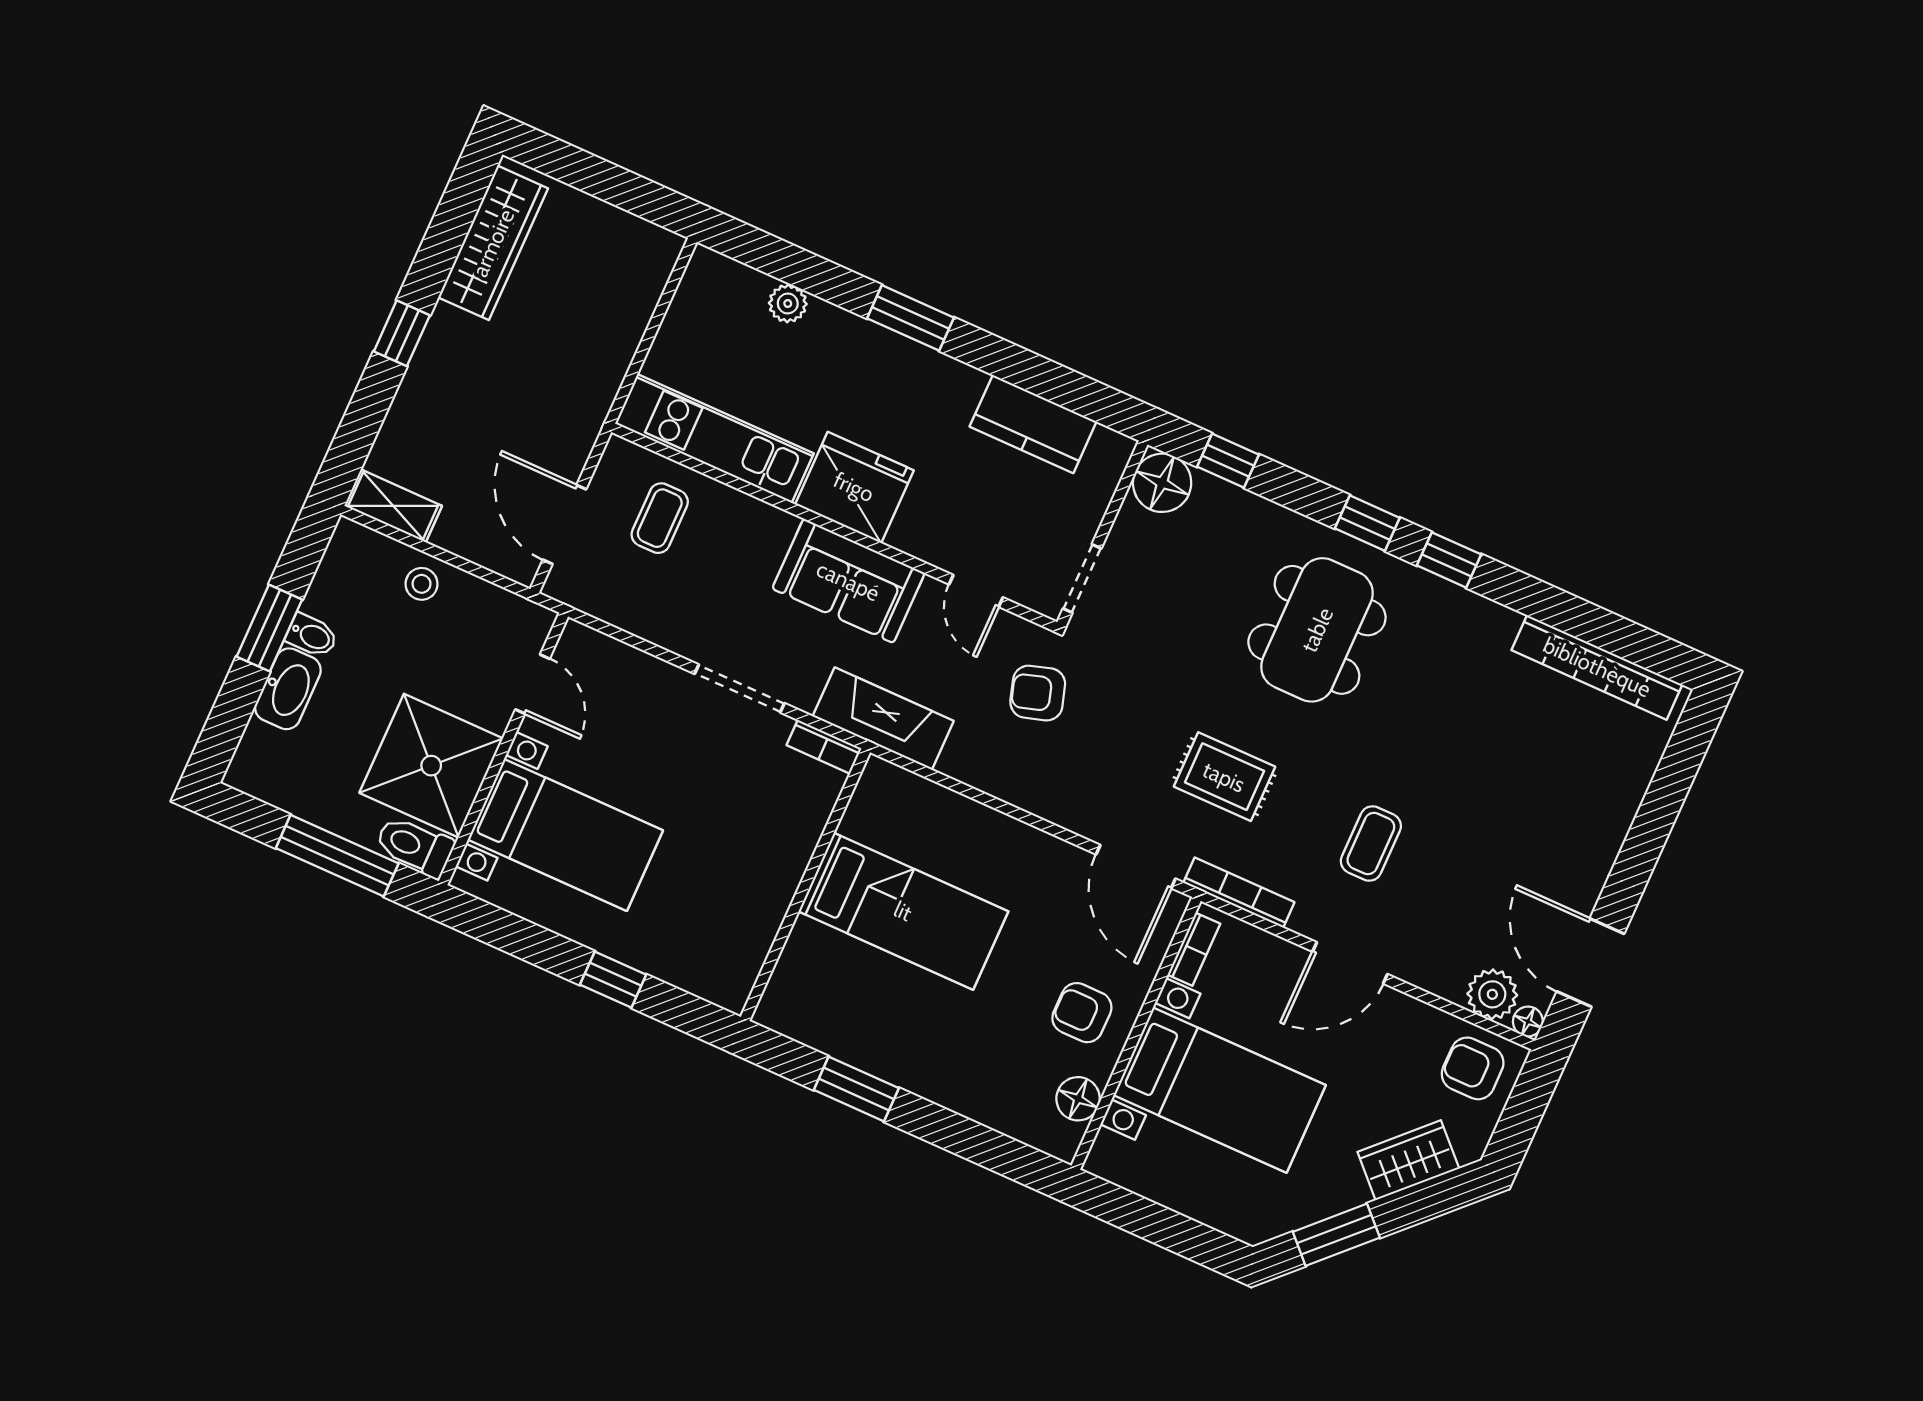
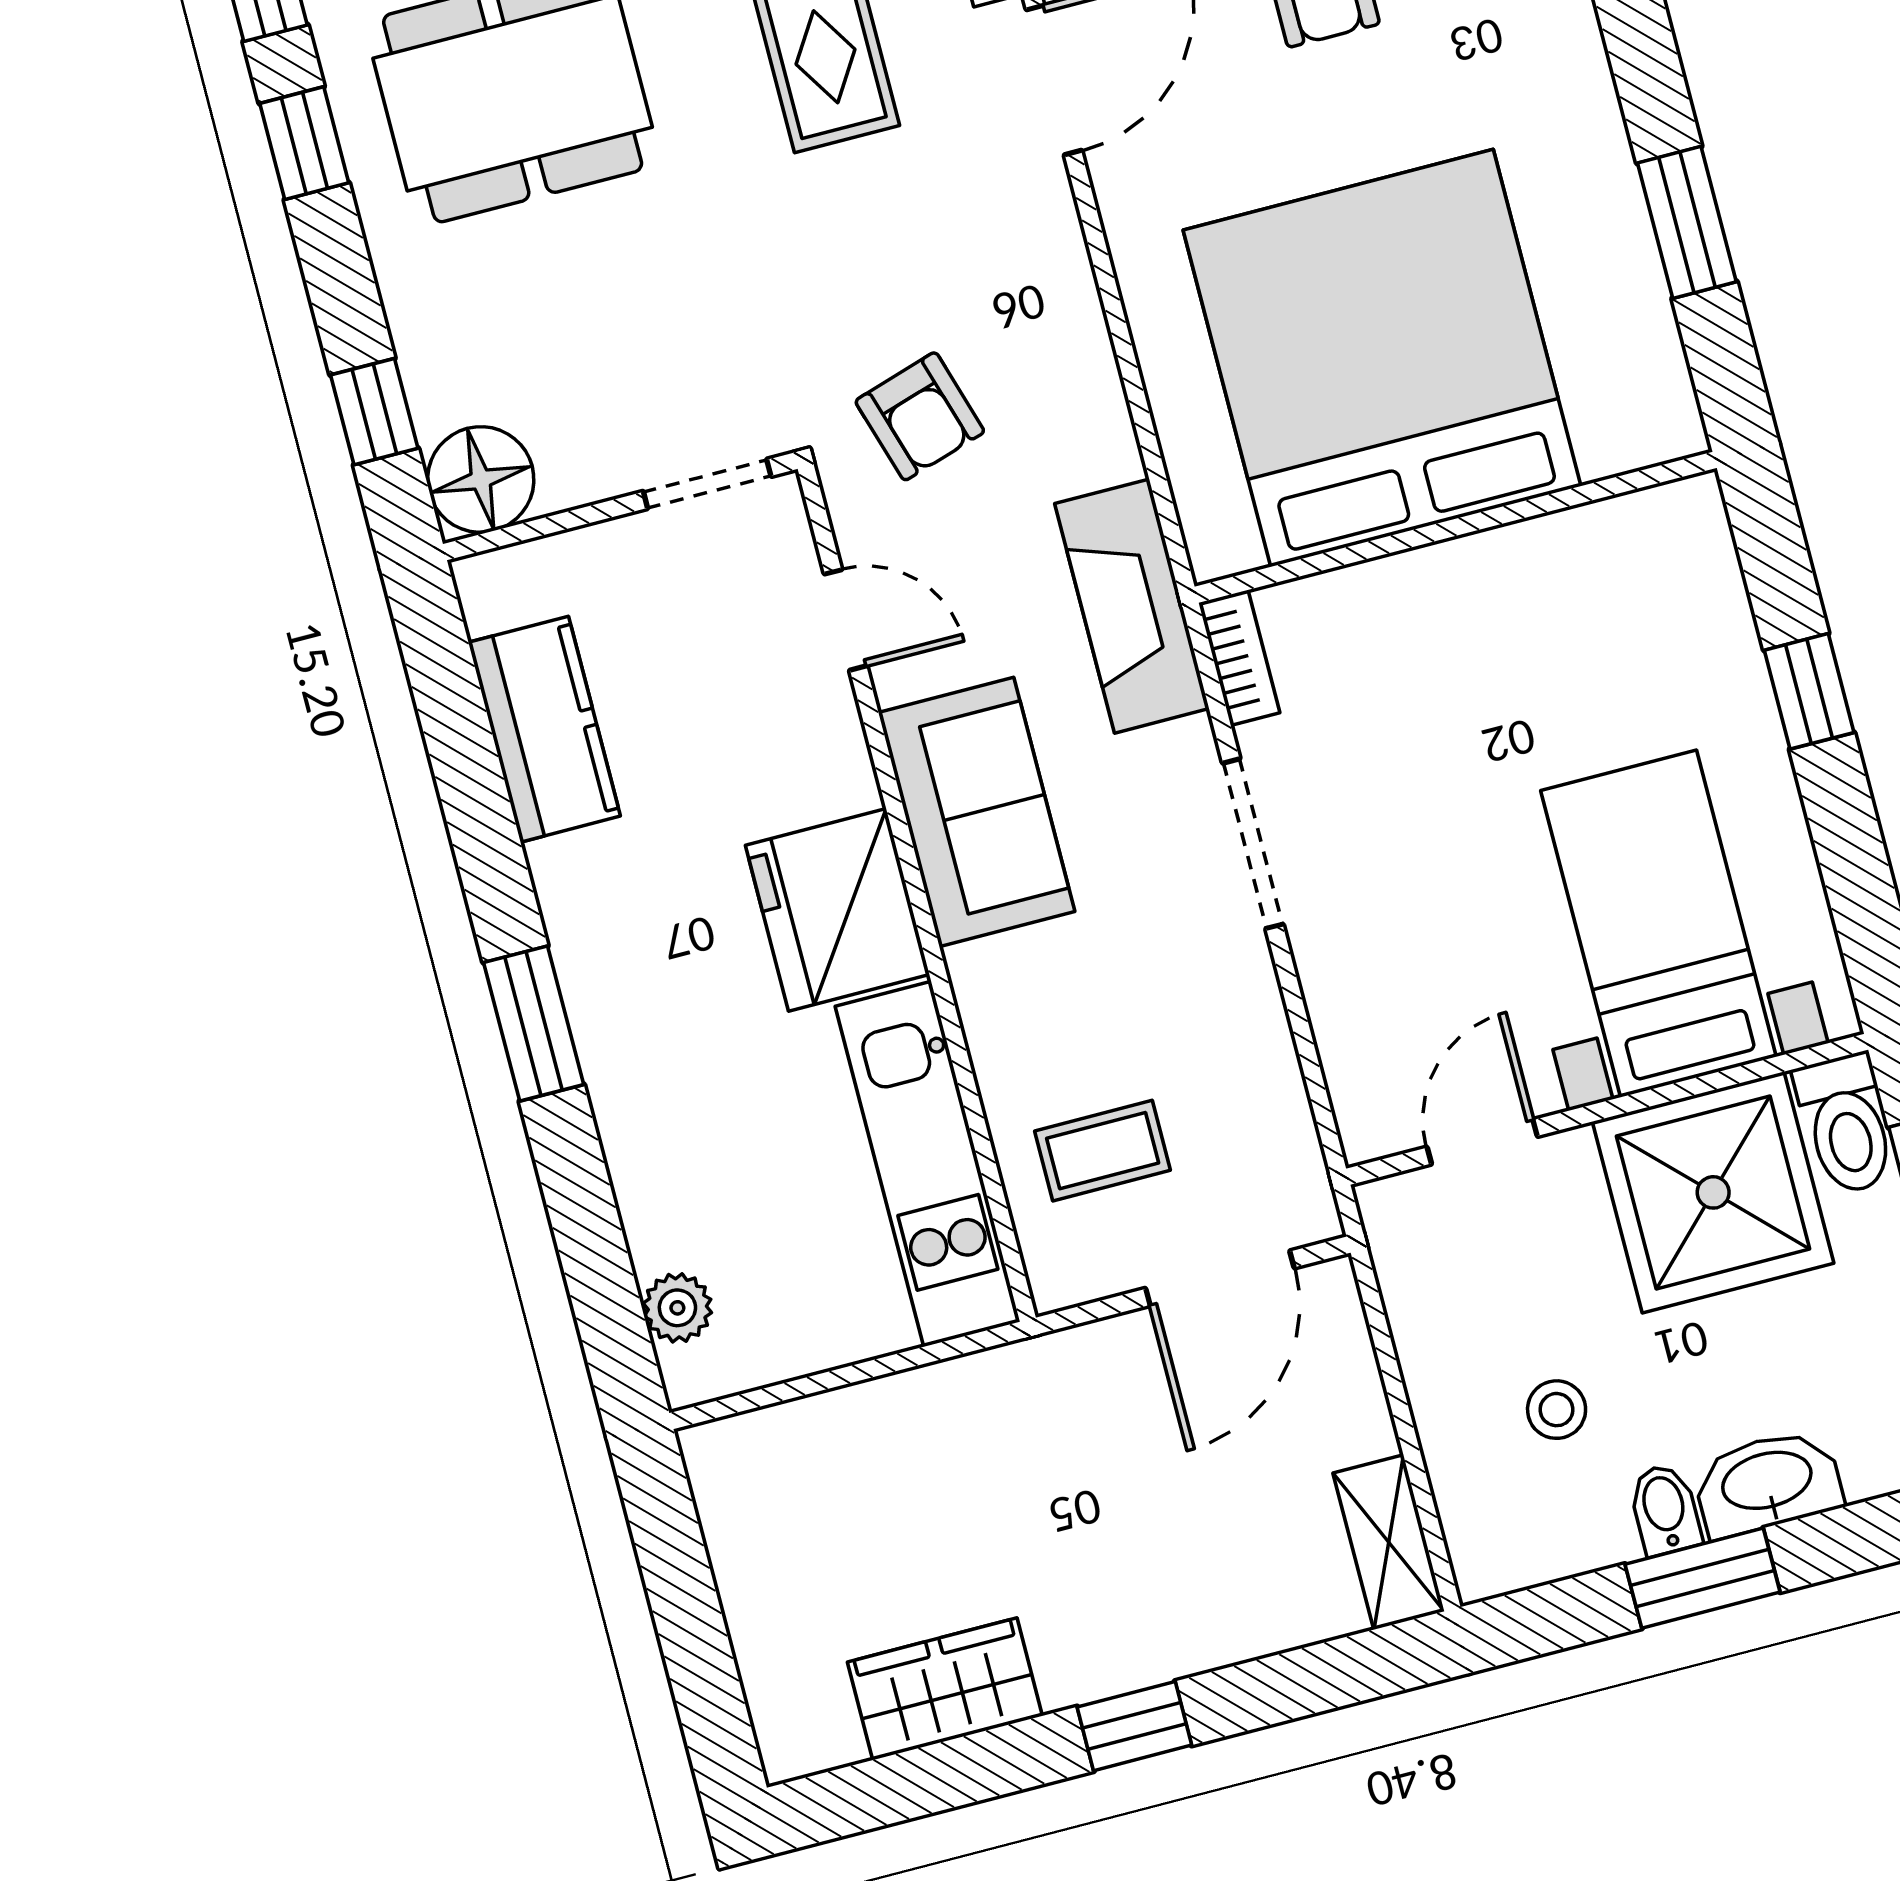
wardrobe: (493, 243) -> (945, 1689), width x0.67
plant: (788, 303) -> (677, 1308), moved
stool: (422, 584) -> (1557, 1410), moved
door: (976, 591) -> (846, 620), hinge flipped
bed: (903, 911) -> (1382, 358), width x2.04

